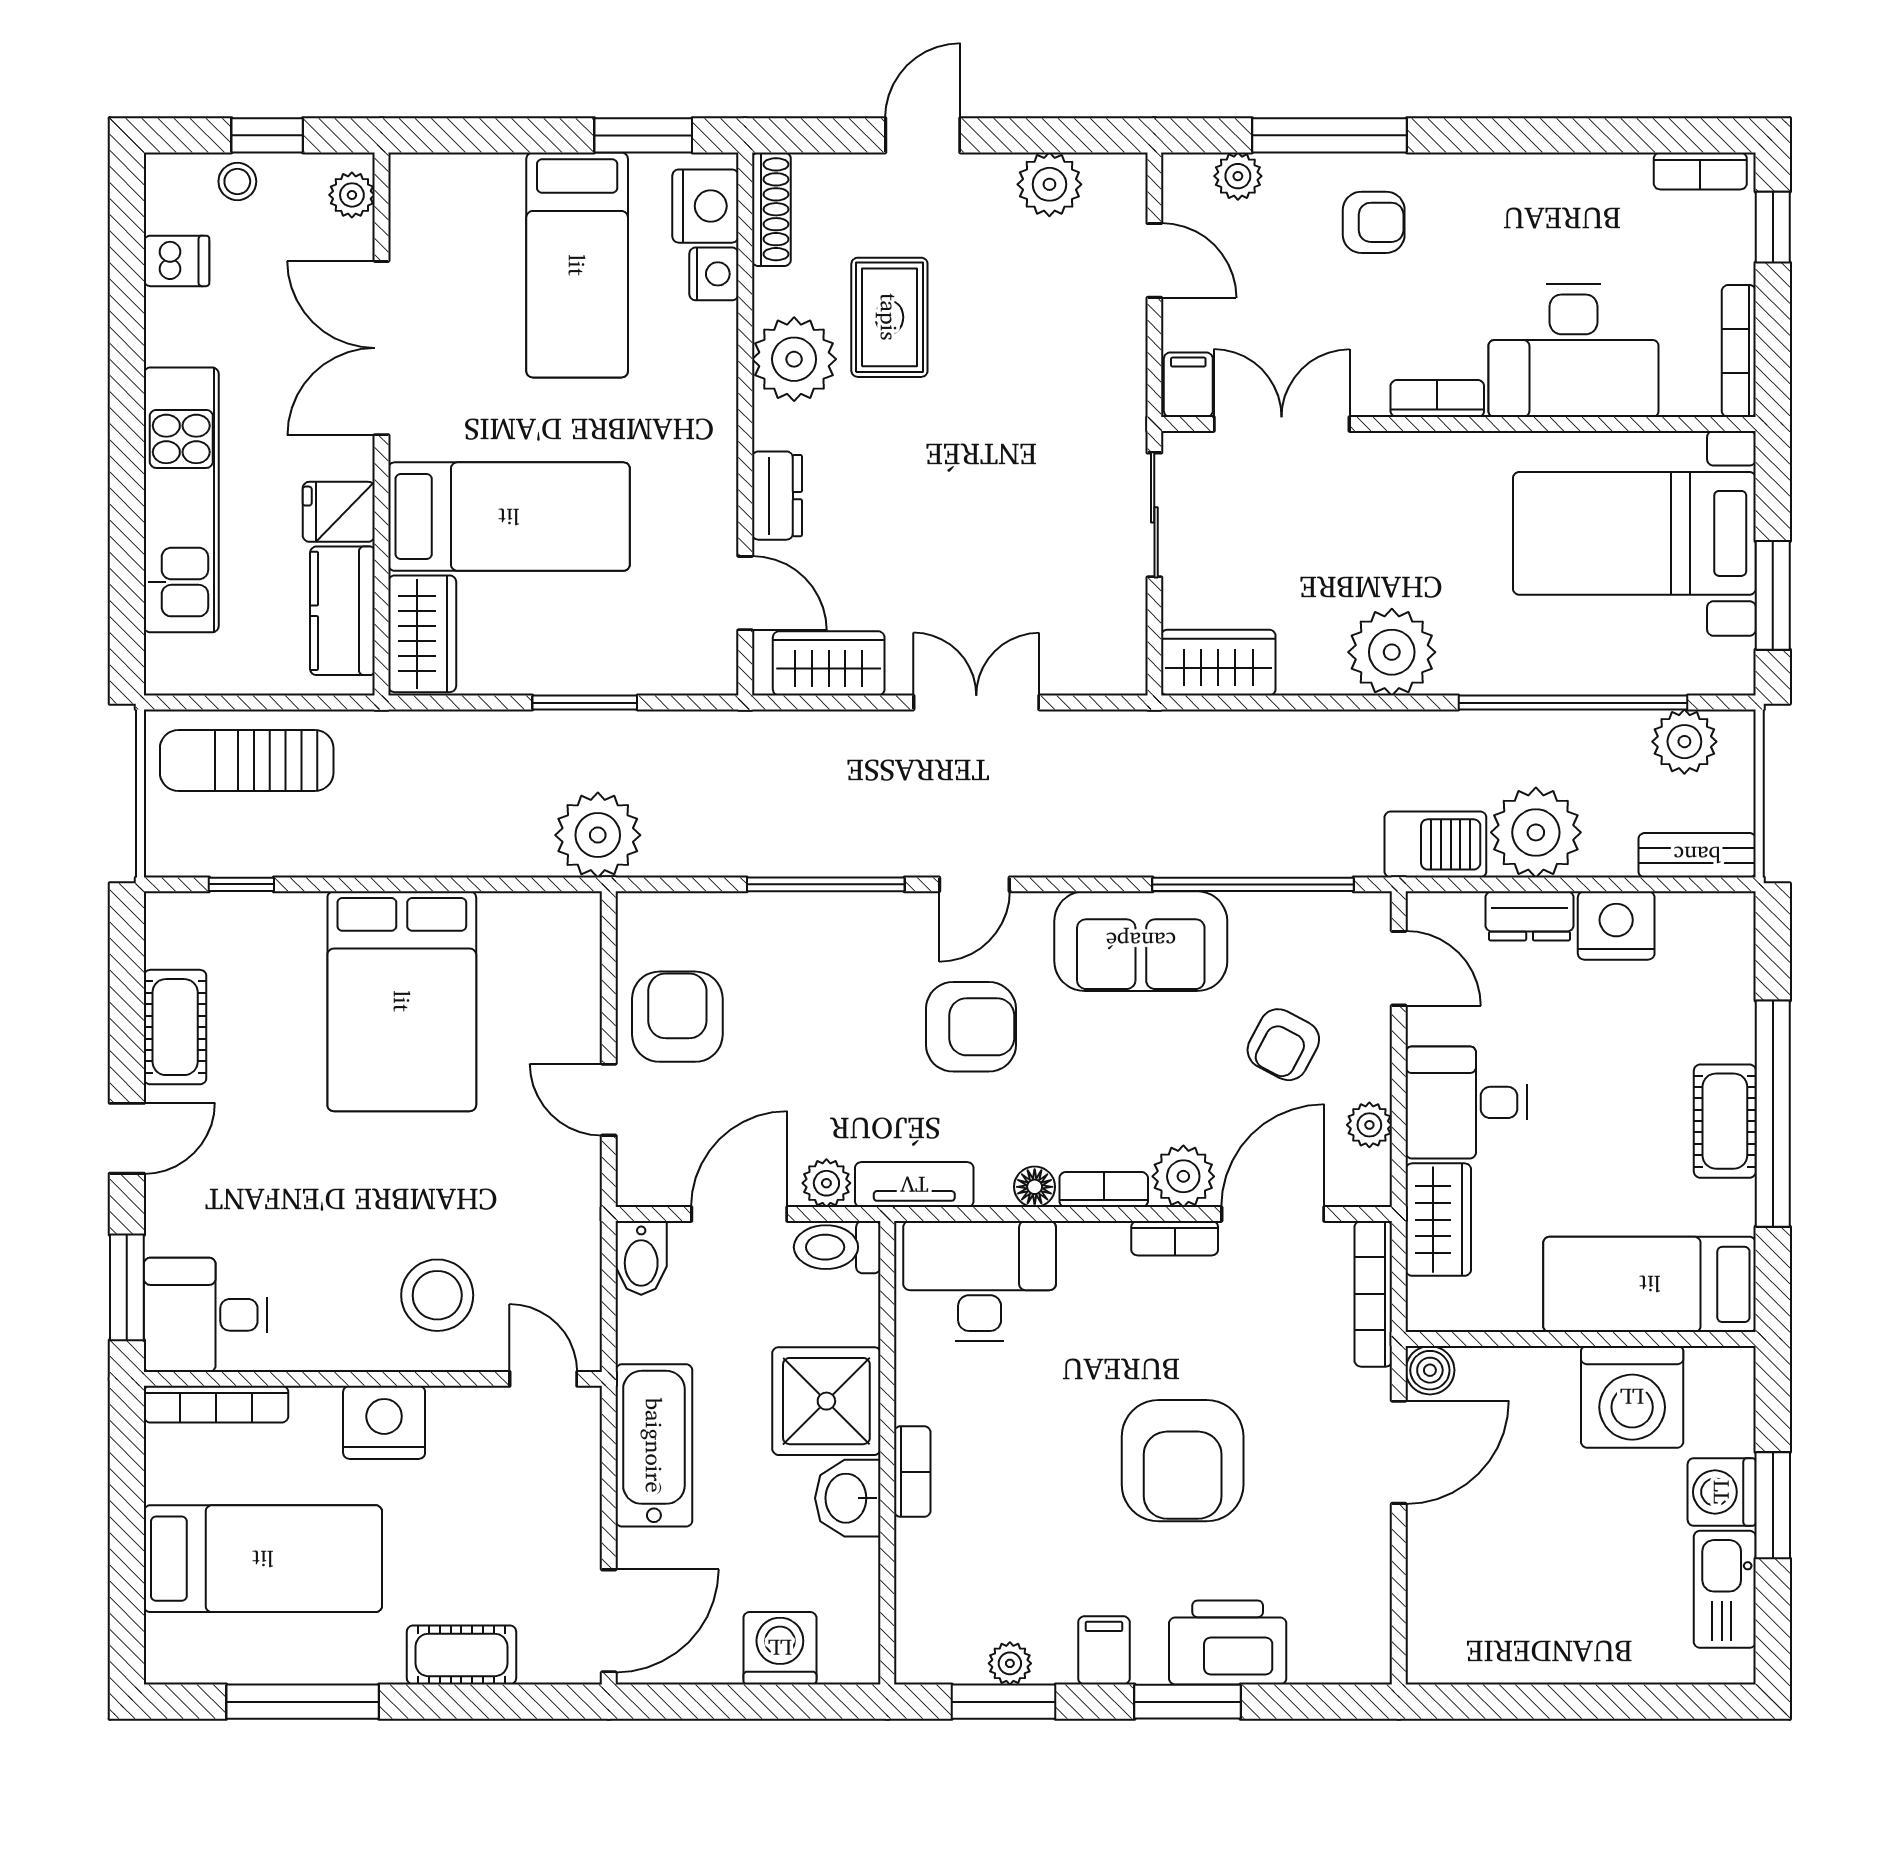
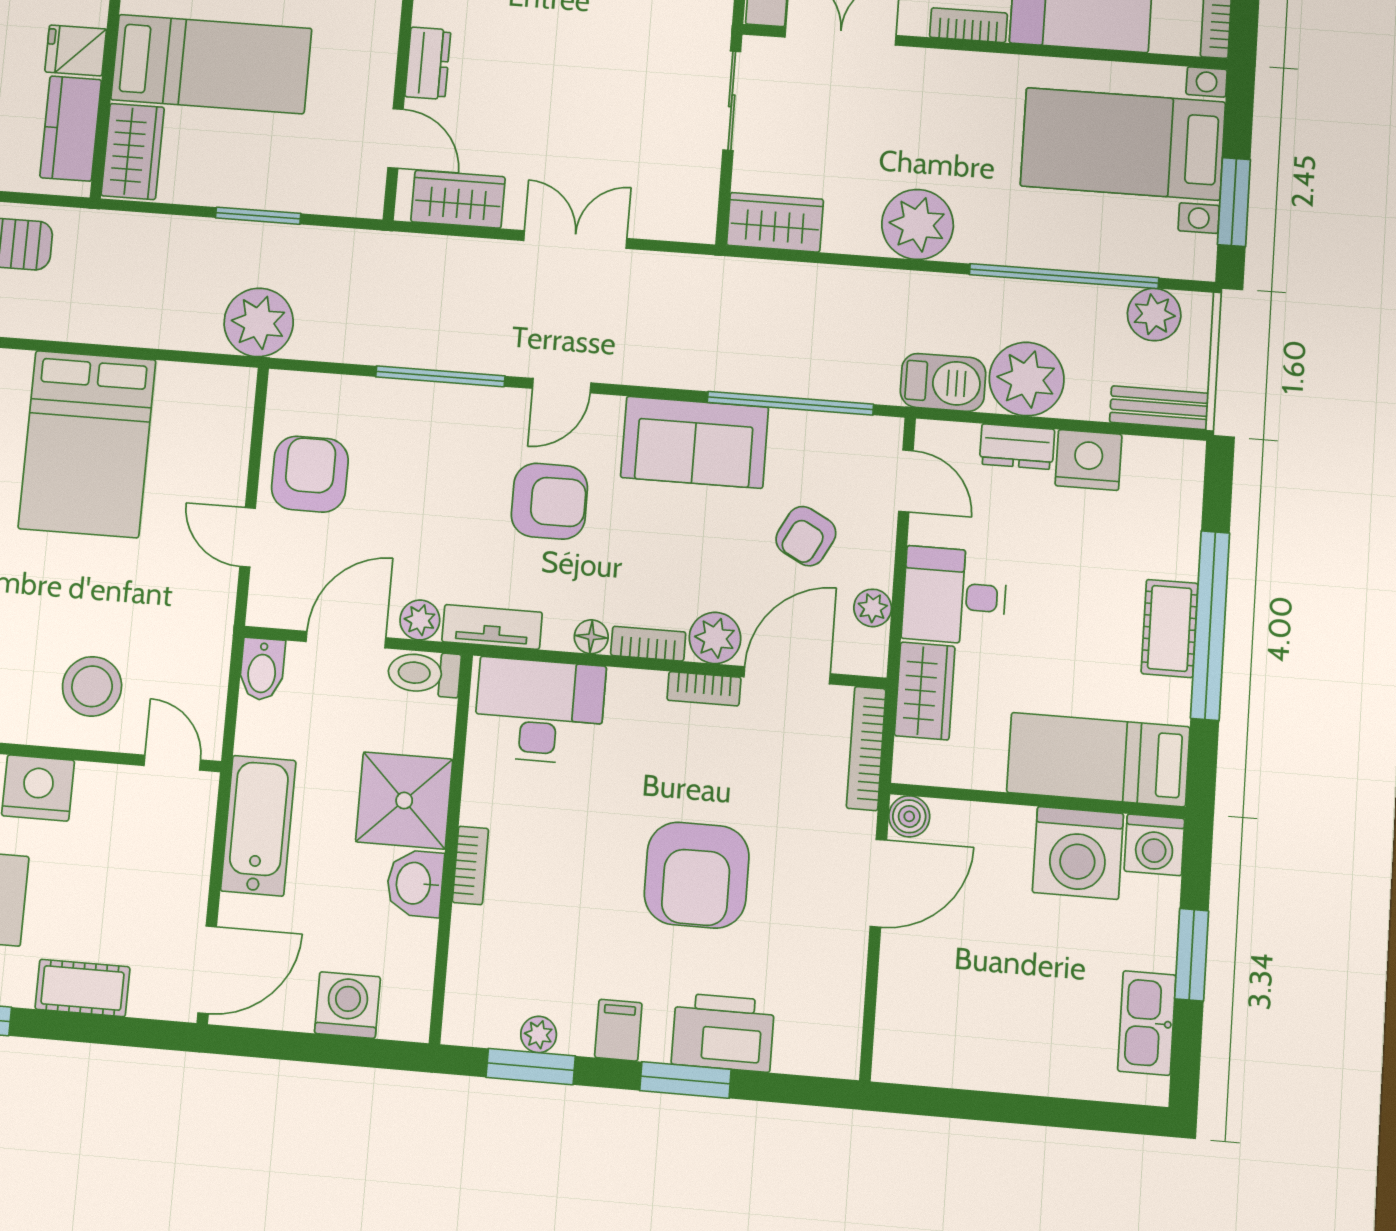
washing machine: (1722, 1492) -> (1154, 845), moved, turned -90

